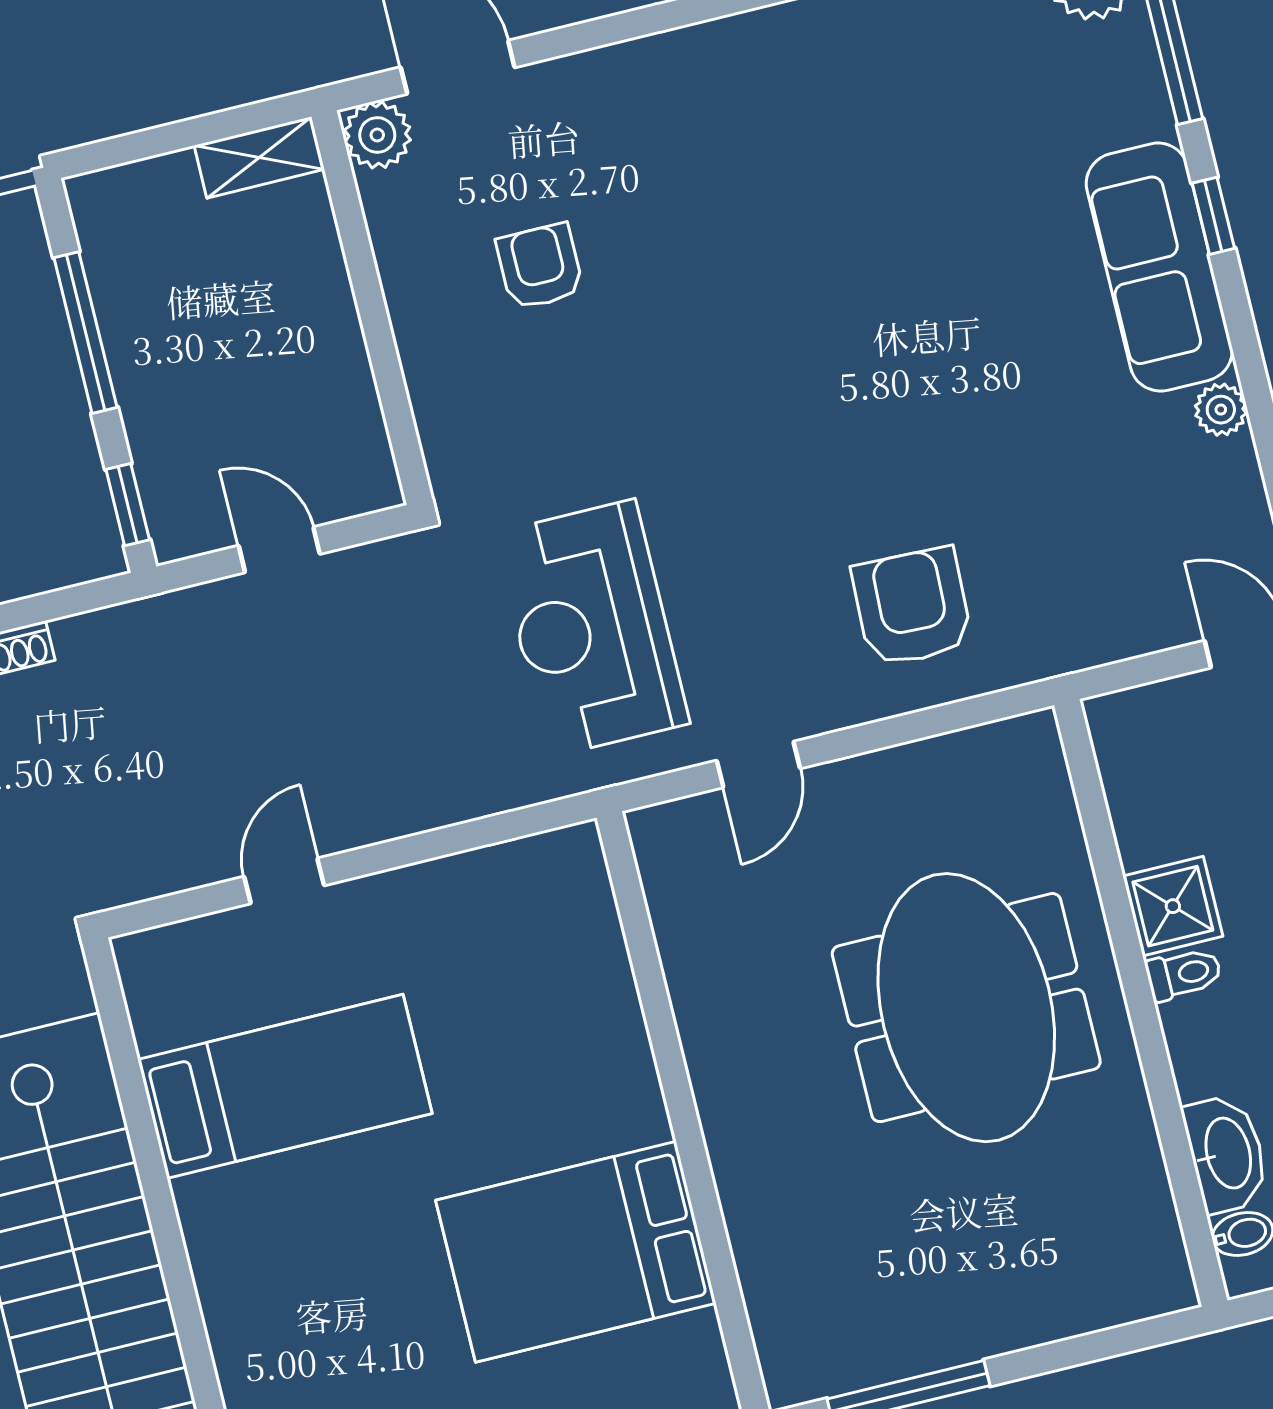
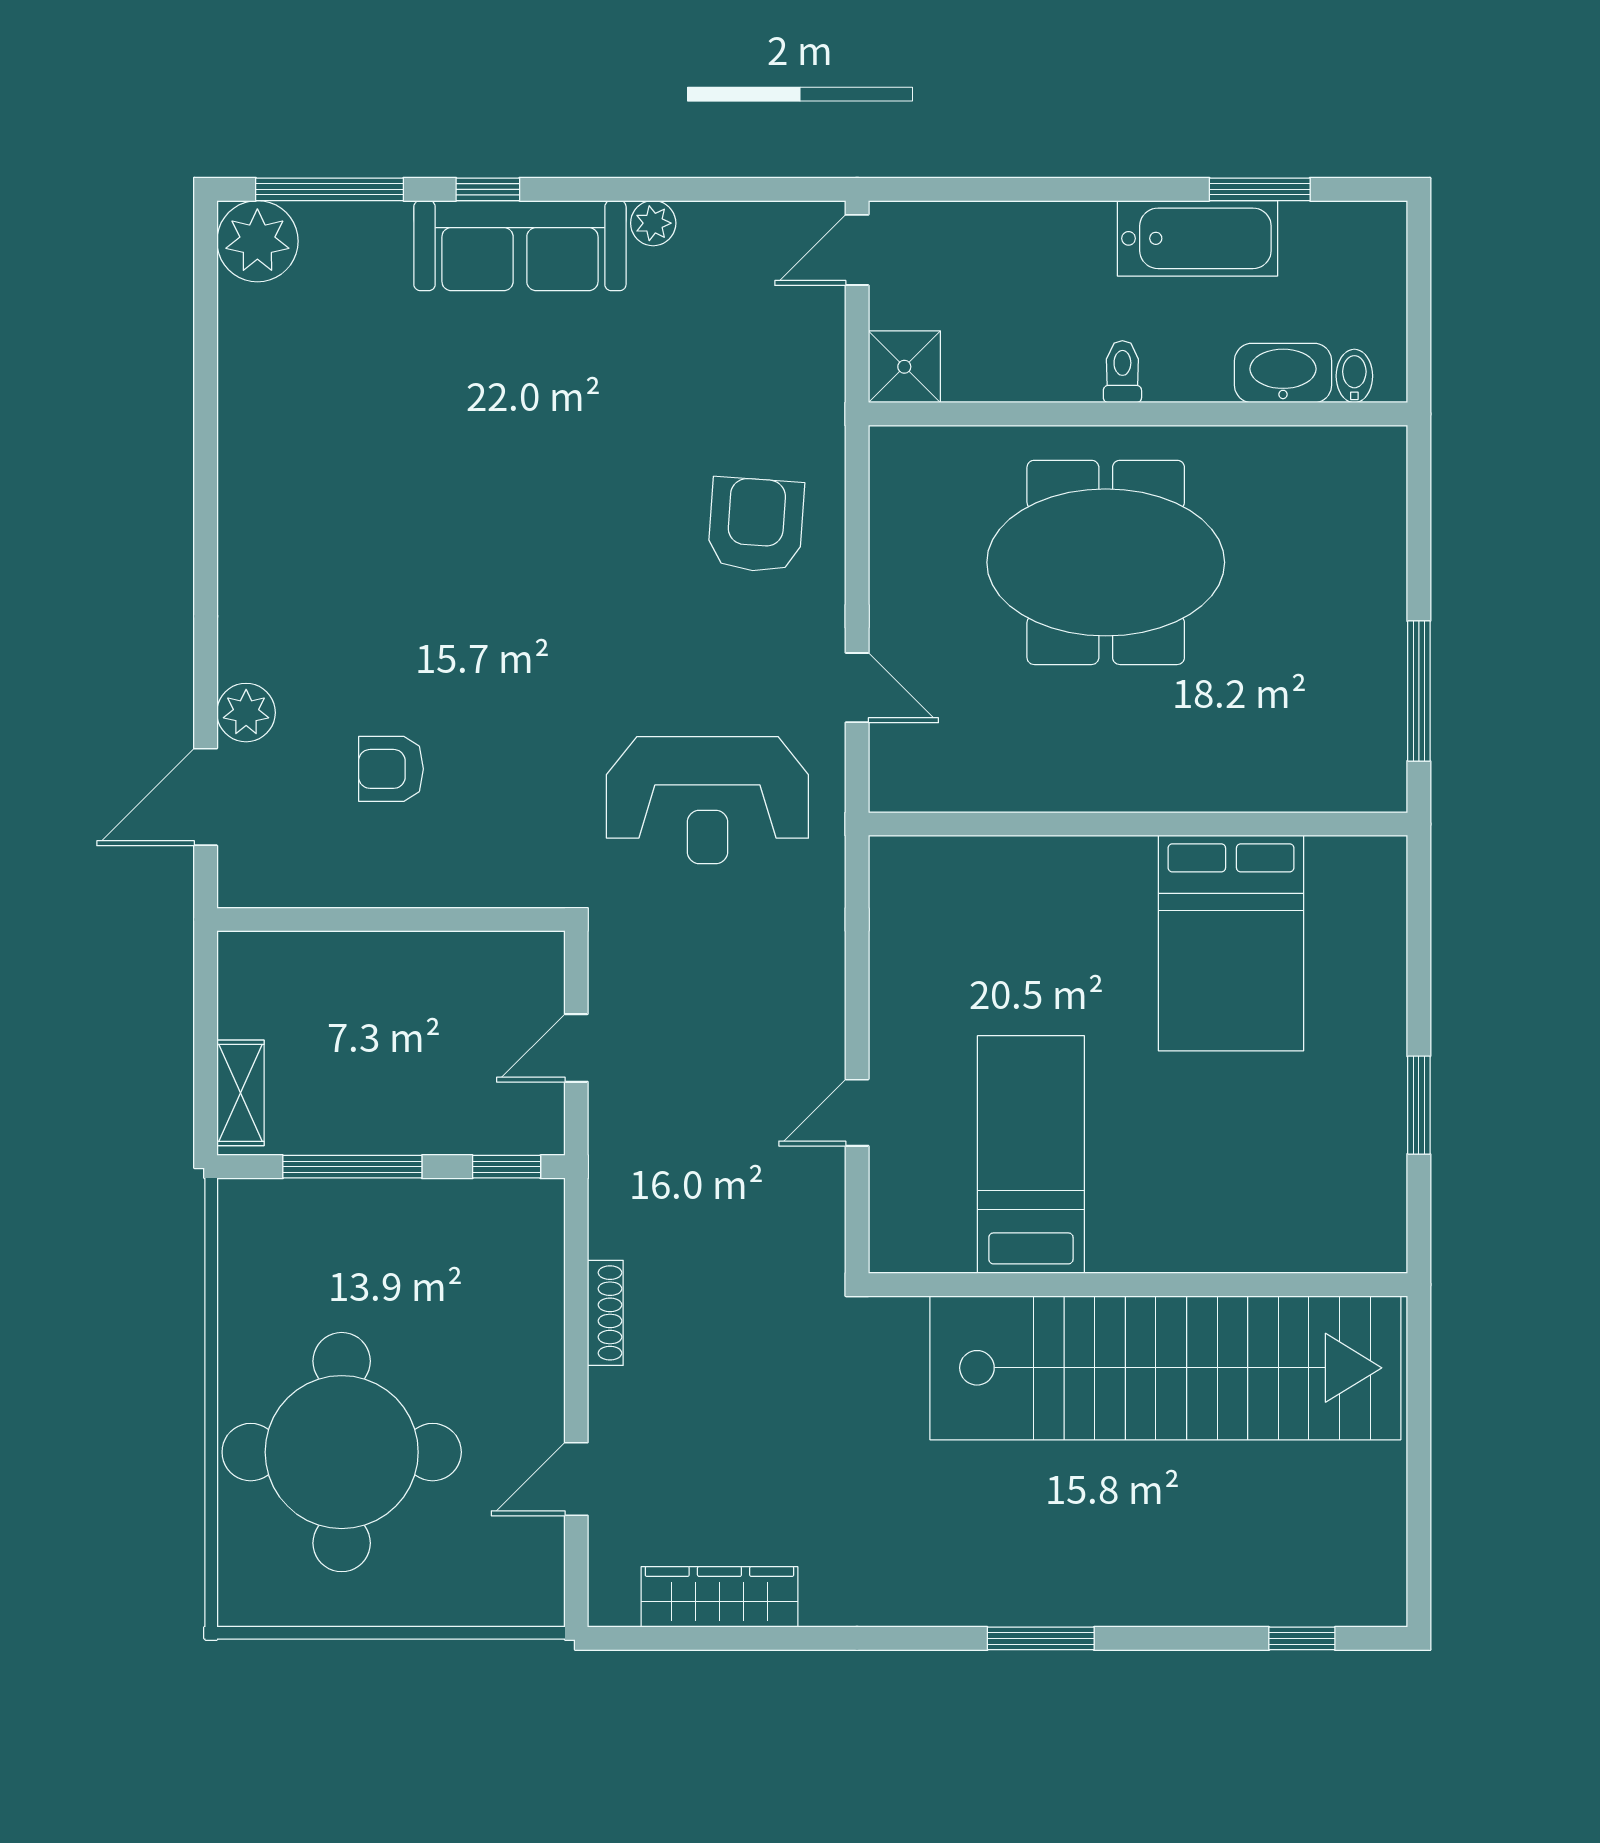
plant: (377, 135) -> (246, 713), moved
shelving: (259, 157) -> (240, 1093), moved
armchair: (912, 607) -> (756, 525), turned 92
door: (284, 881) -> (857, 1113), hinge flipped
shower: (1173, 906) -> (904, 367), moved

